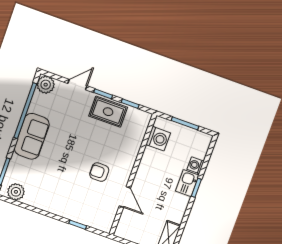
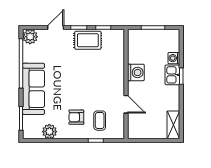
sofa: (32, 136) -> (34, 89), width x1.36
washing machine: (158, 139) -> (136, 72), moved
armchair: (99, 172) -> (76, 117), moved
plant: (16, 192) -> (49, 132), moved
coffee table: (90, 205) -> (100, 121), added

